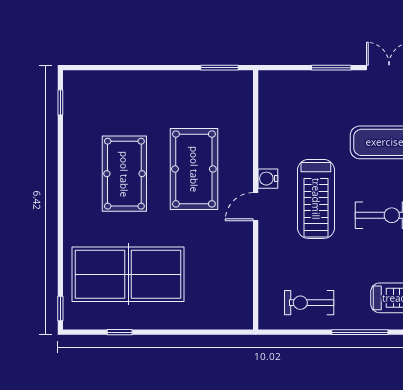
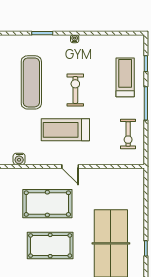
water cooler: (268, 179) -> (19, 159), moved
treadmill: (316, 199) -> (65, 130), turned 180

